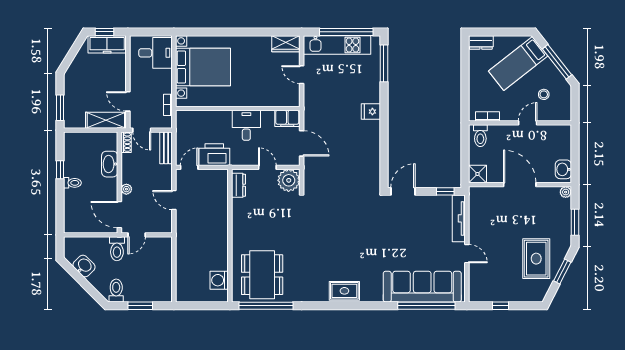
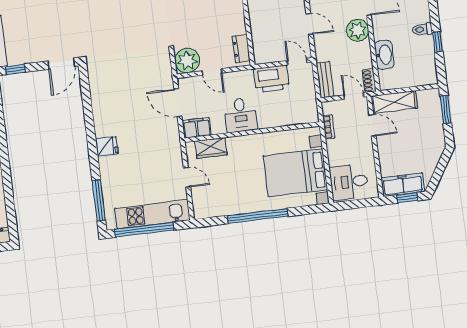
window: (242, 32) -> (258, 216), added
wardrobe: (286, 44) -> (211, 148), moved, turned 180
door: (189, 167) -> (297, 62), swing flipped
plant: (126, 189) -> (358, 30), width x1.88, depth x1.88

